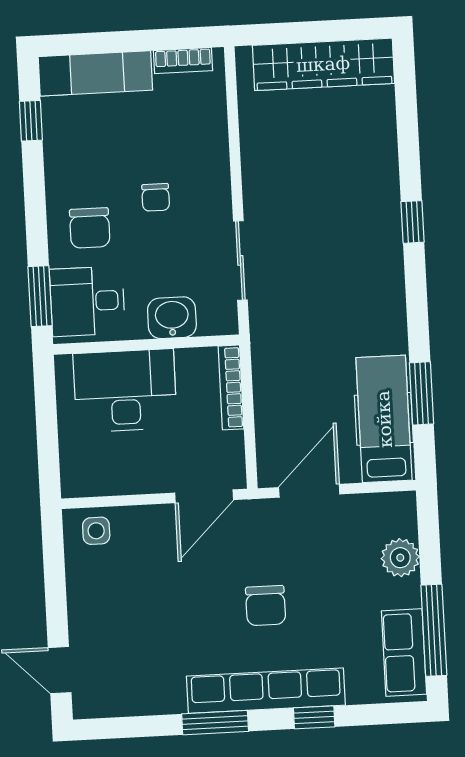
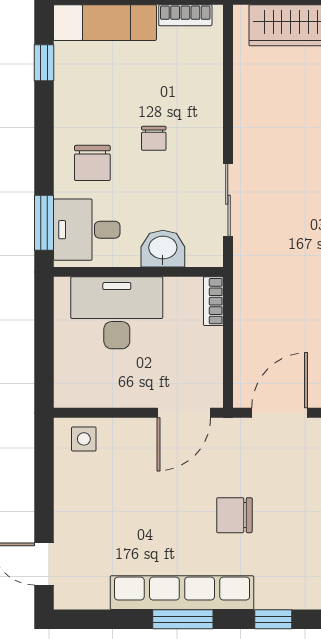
bookcase: (231, 387) -> (213, 301), width x0.64
chair: (266, 606) -> (234, 515), turned 90
row of seats: (266, 691) -> (182, 593), moved

